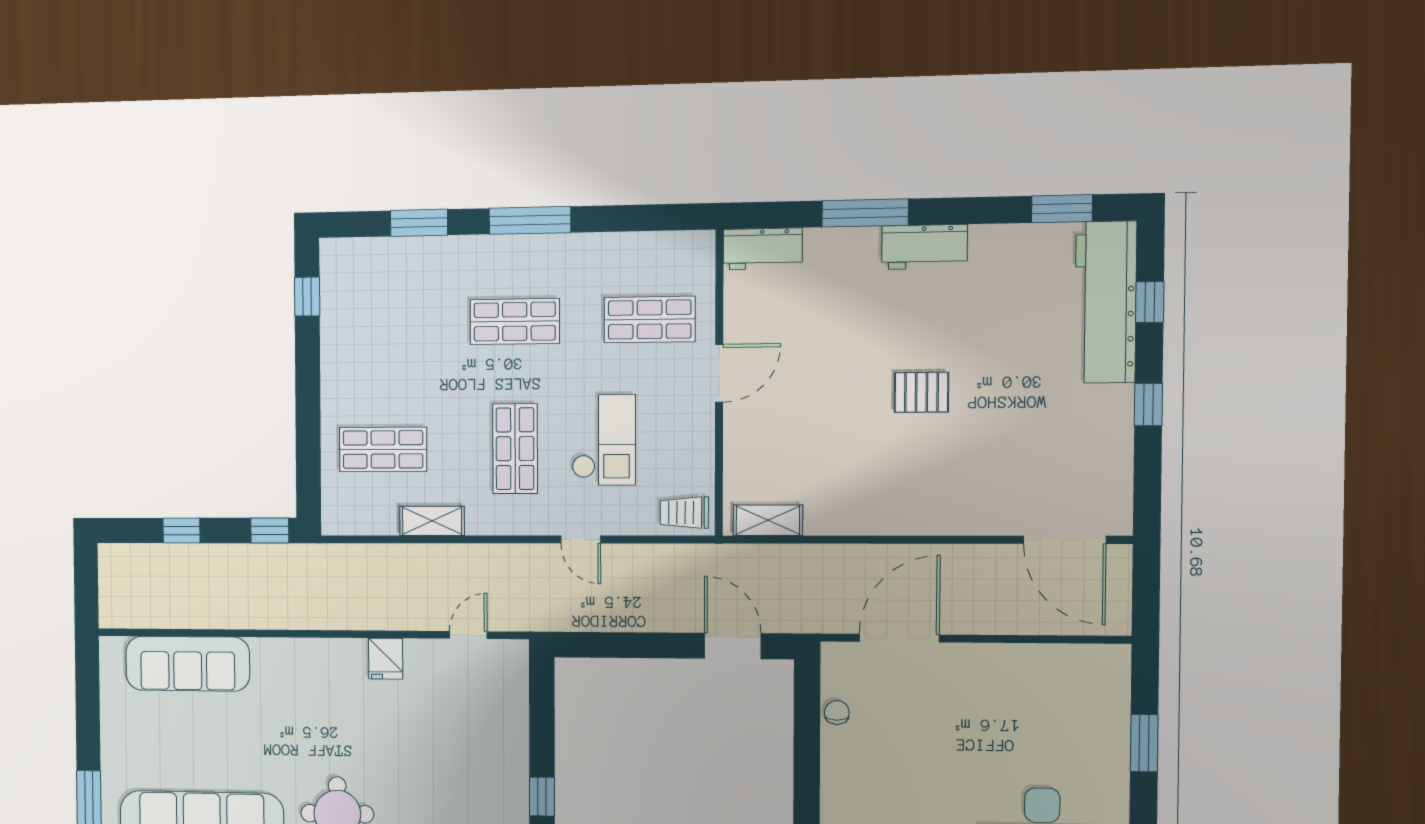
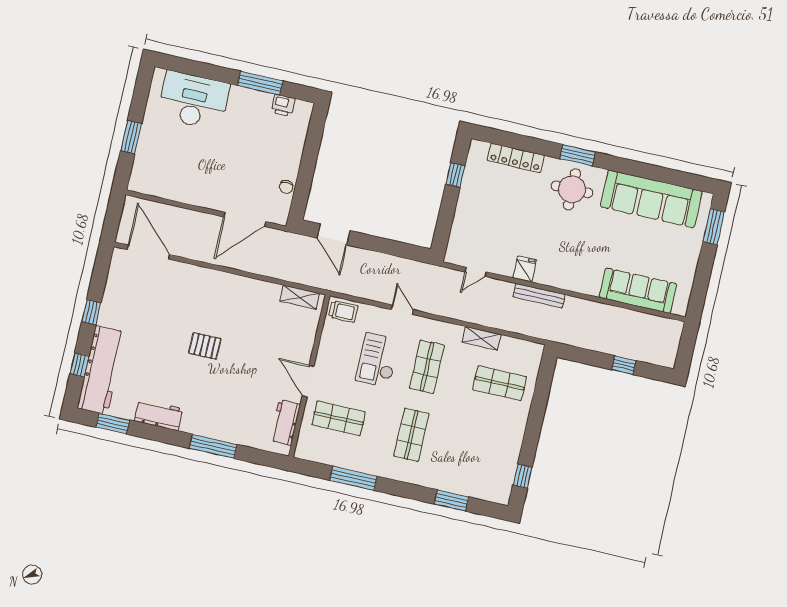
window: (530, 220) -> (354, 478), moved
workbench: (924, 247) -> (159, 415), moved
workbench: (763, 249) -> (285, 422), moved, turned -90
shop shelf: (515, 322) -> (411, 435), turned 90
door: (719, 373) -> (308, 381), hinge flipped
window: (270, 530) -> (574, 354), removed
bench: (351, 618) -> (539, 296), added

